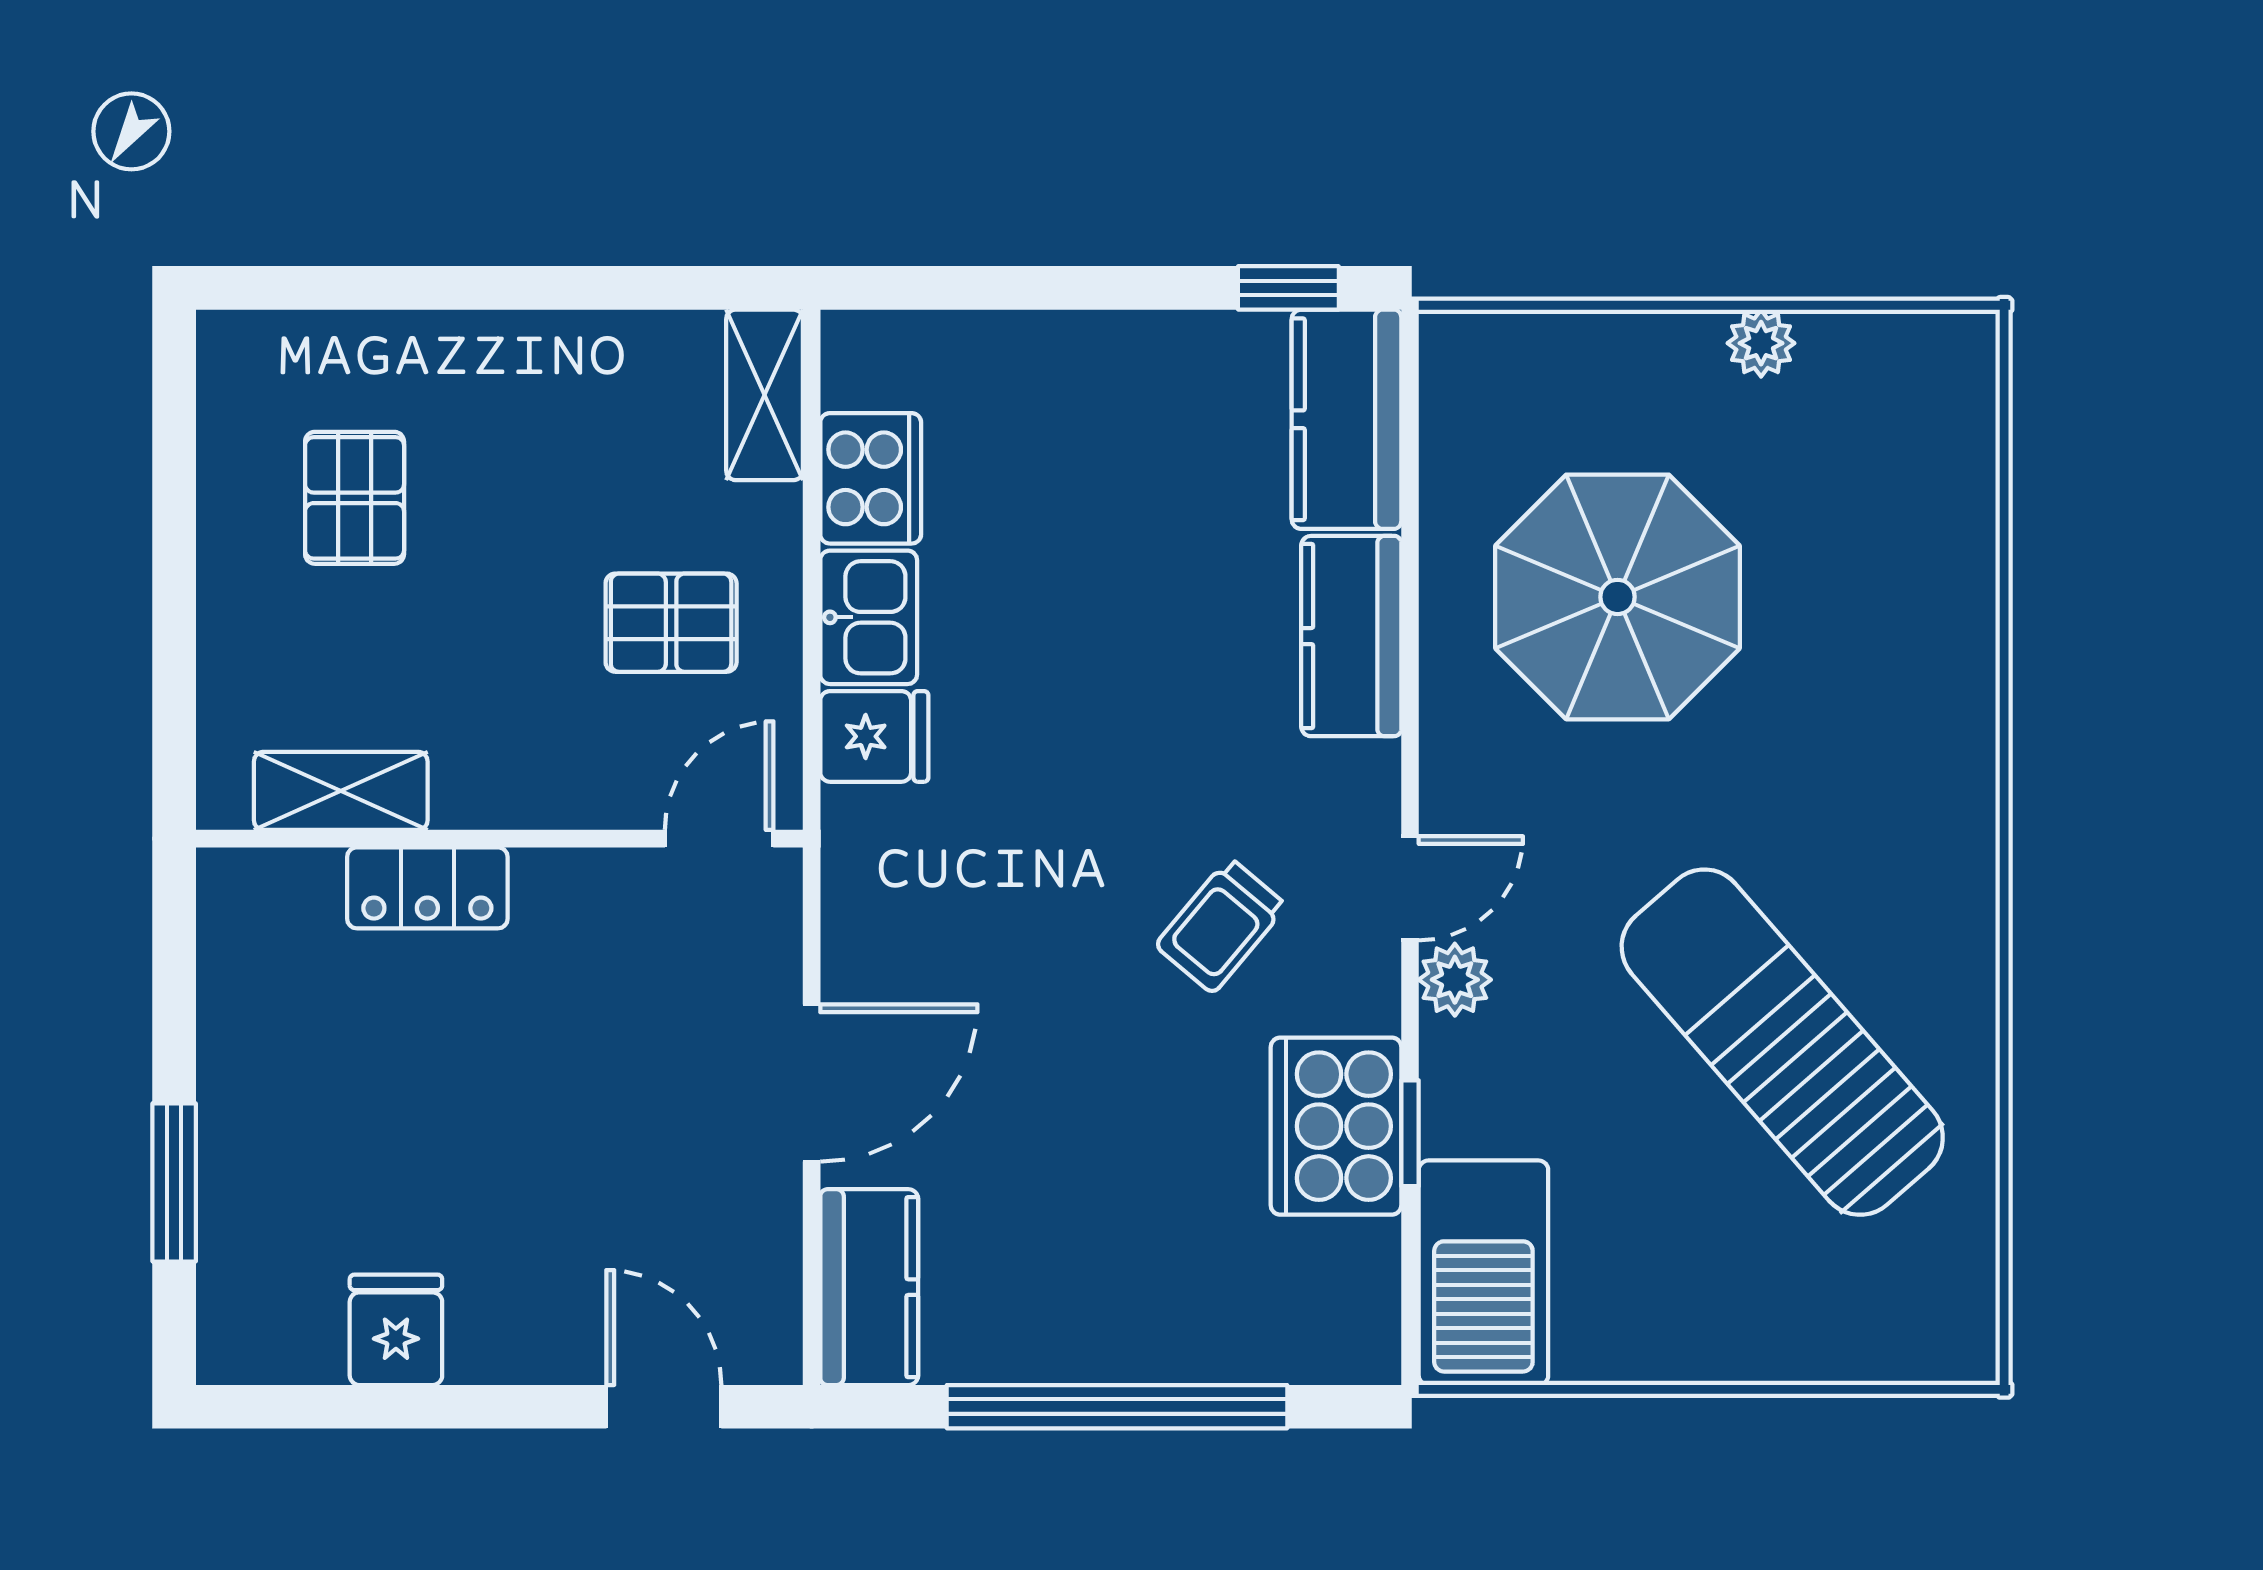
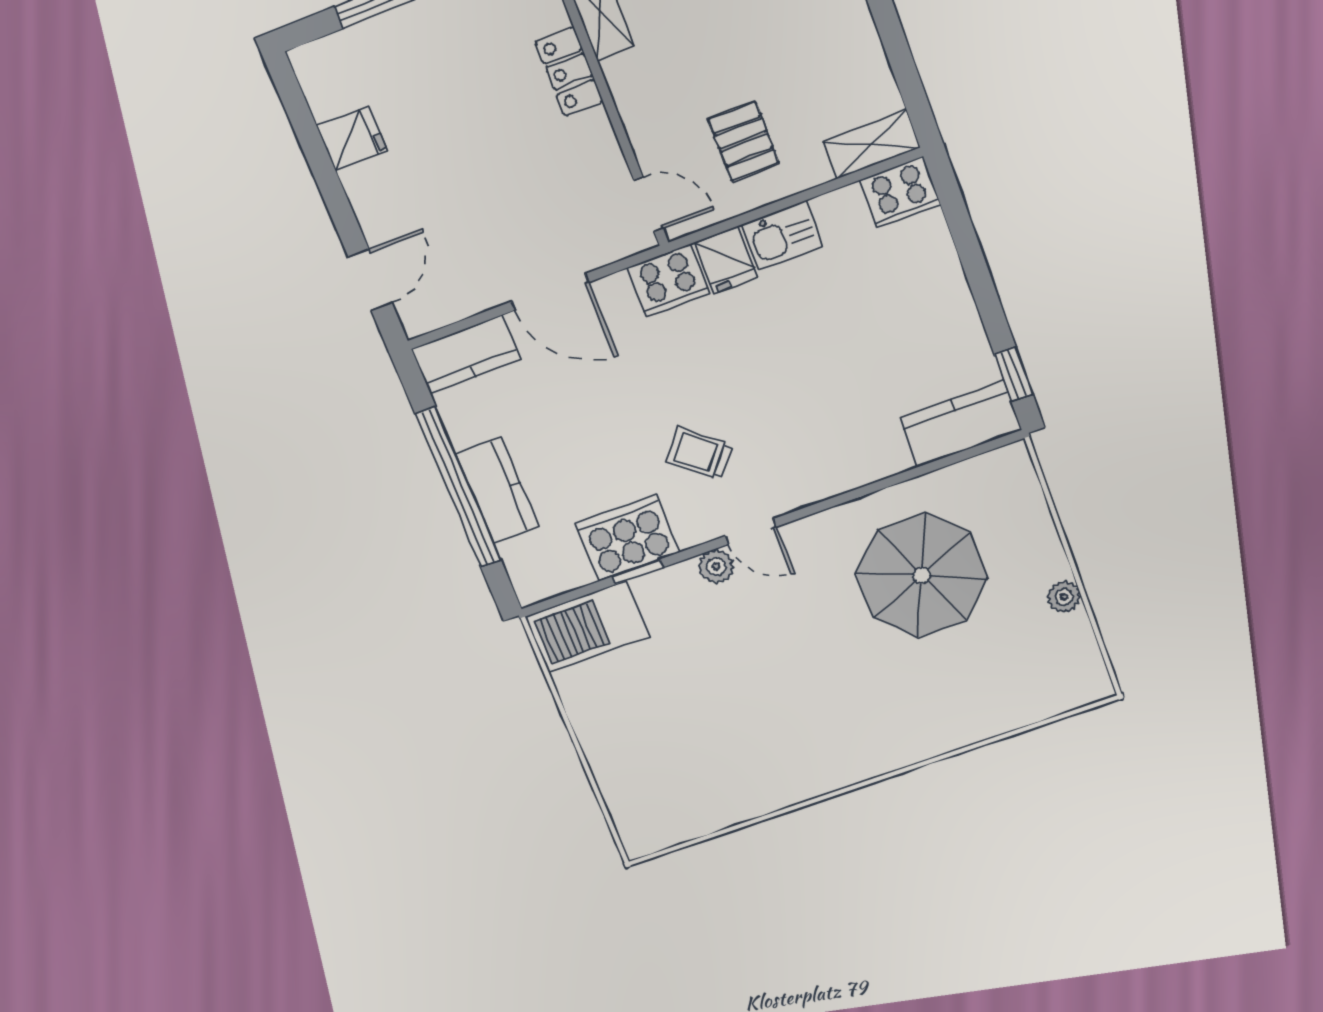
cooker: (871, 478) -> (900, 192), moved
kitchen counter: (1351, 636) -> (497, 490), moved, turned 90
cooker: (873, 857) -> (668, 280), added
sun lounger: (1782, 1042) -> (744, 718), removed

